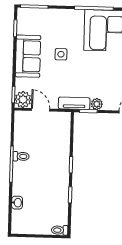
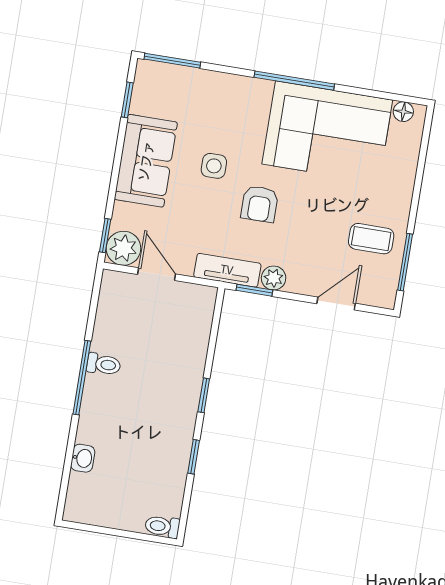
armchair: (85, 70) -> (260, 204), added

